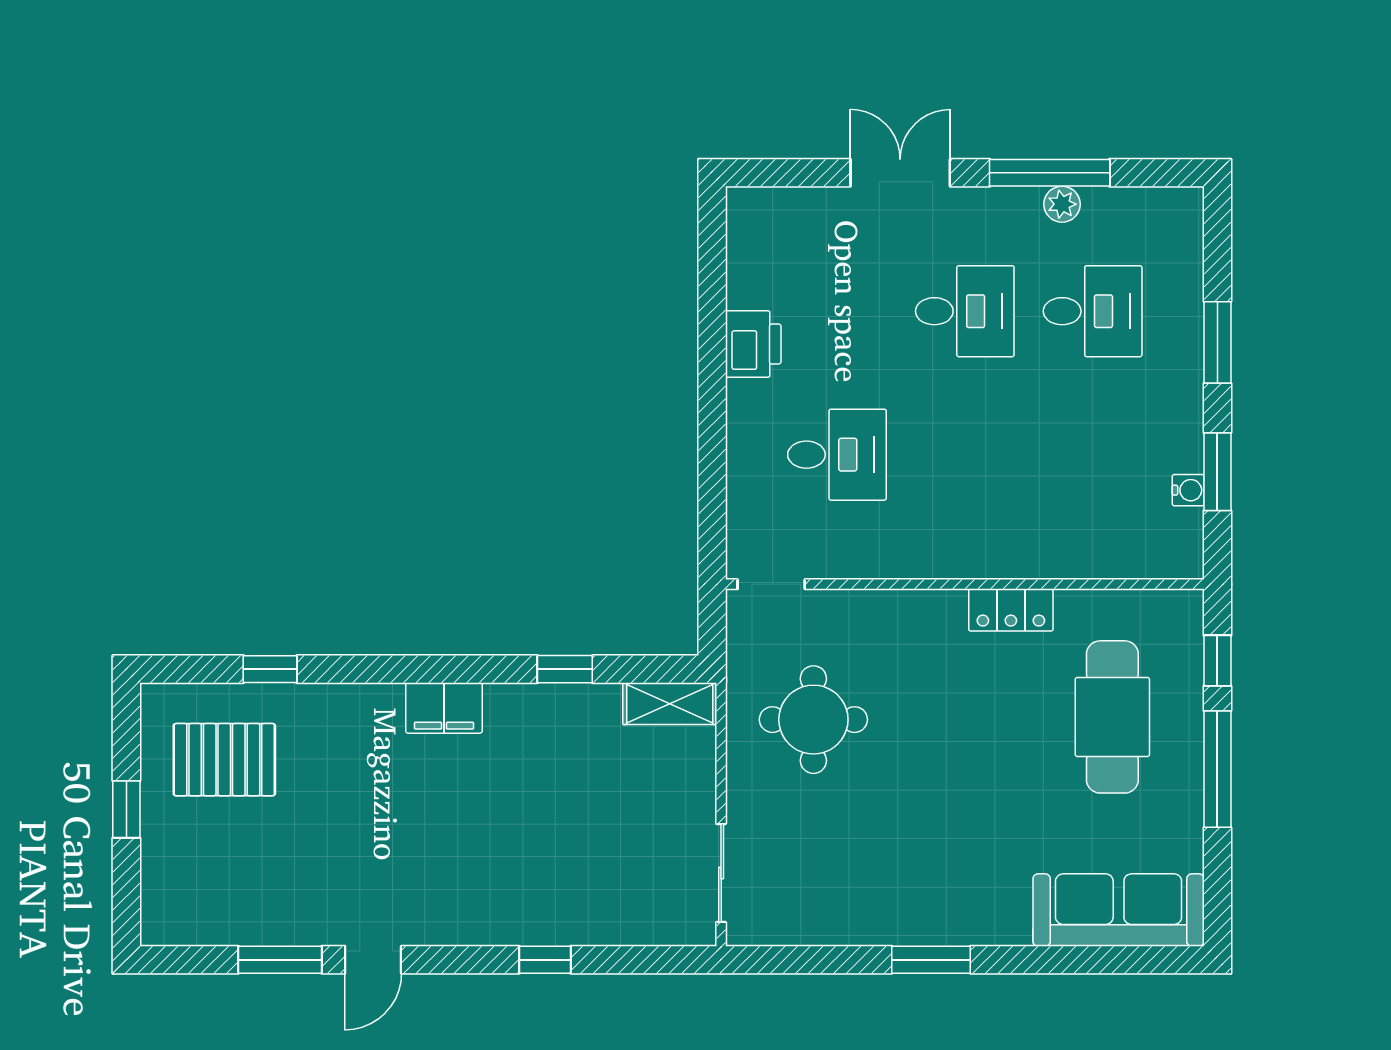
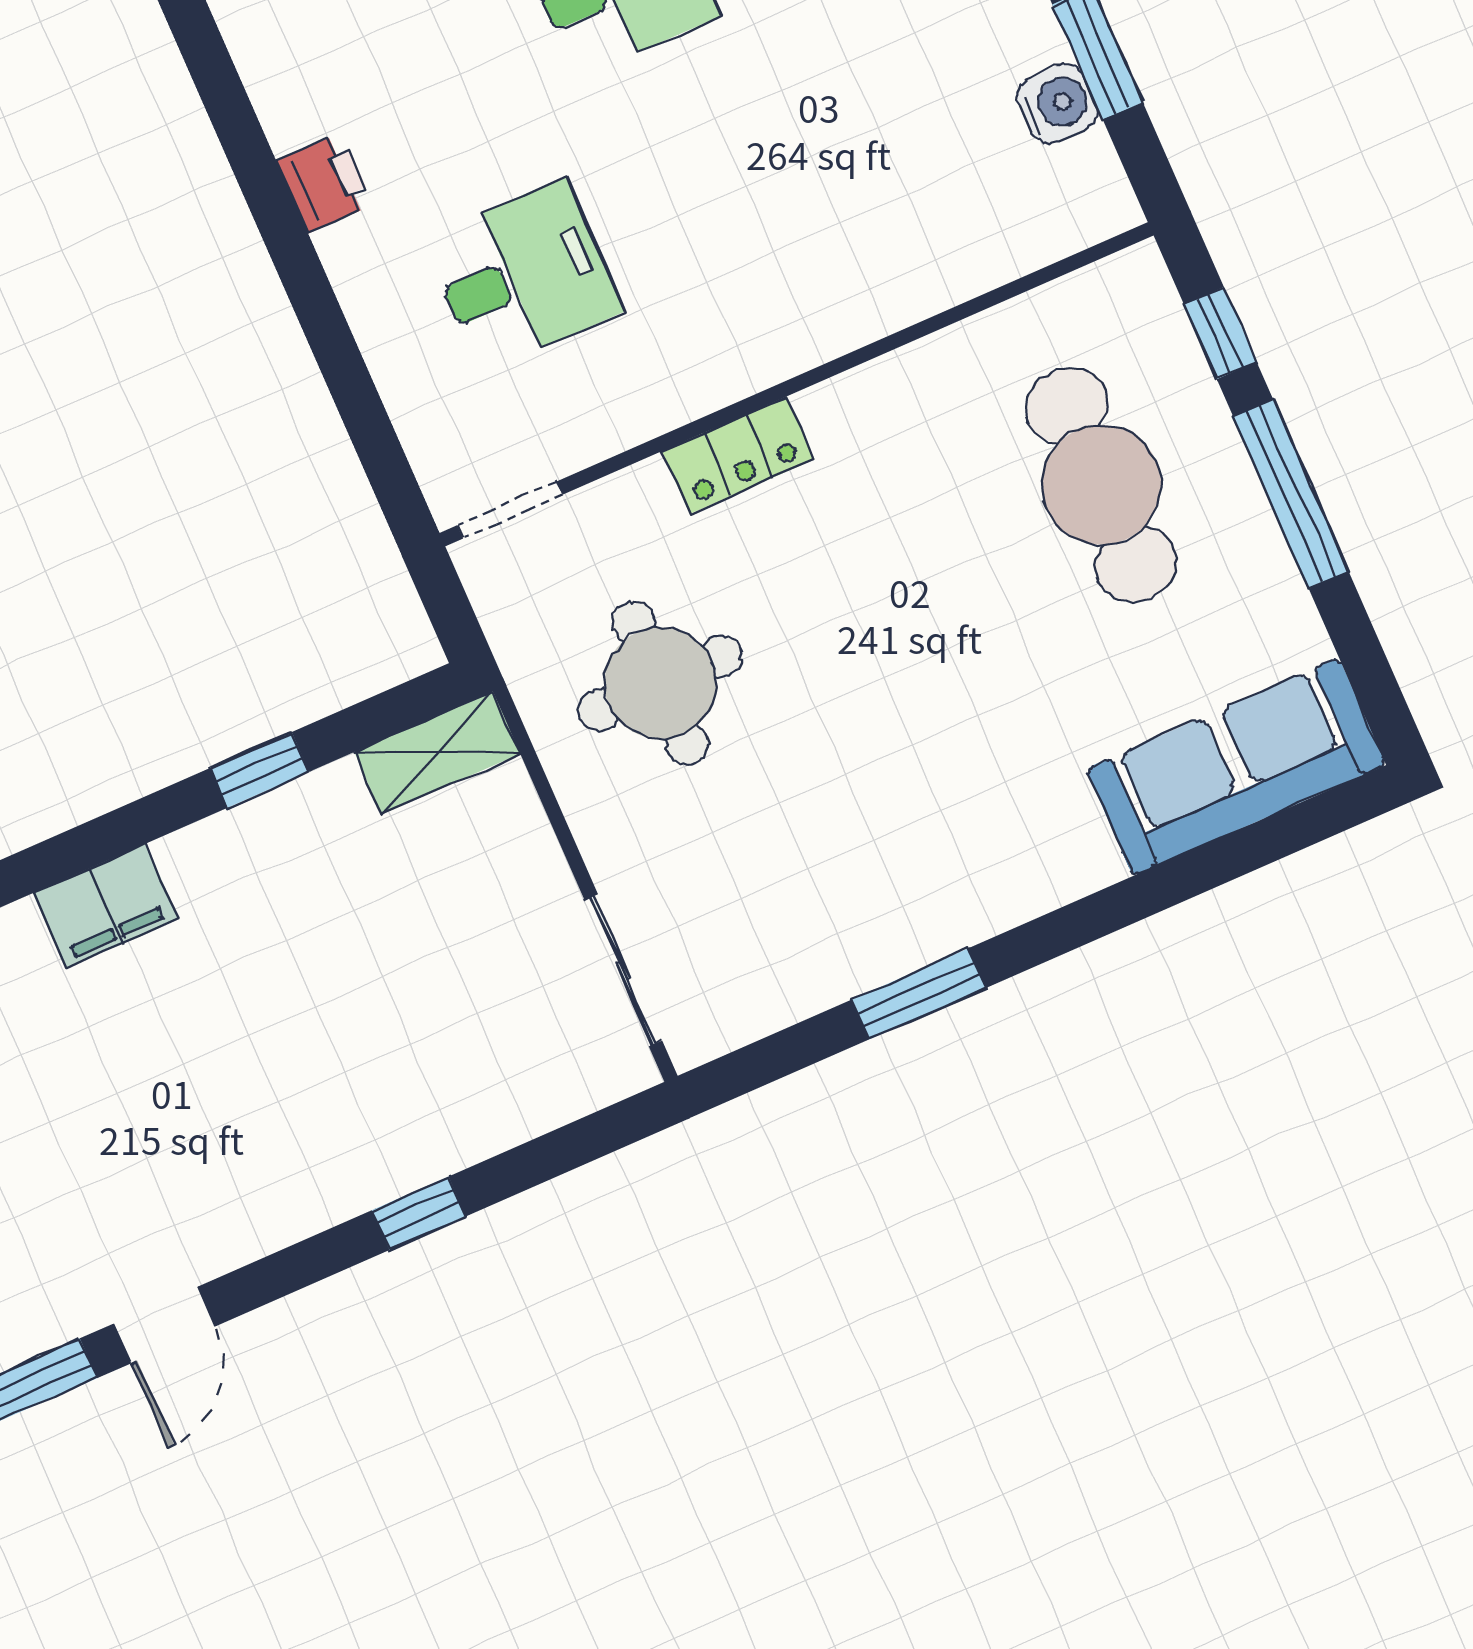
printer: (753, 344) -> (325, 183), width x0.73, depth x0.81
water cooler: (1188, 490) -> (1057, 104), width x1.38, depth x1.38
locker: (1011, 610) -> (738, 455), moved
window: (931, 960) -> (919, 994), moved

